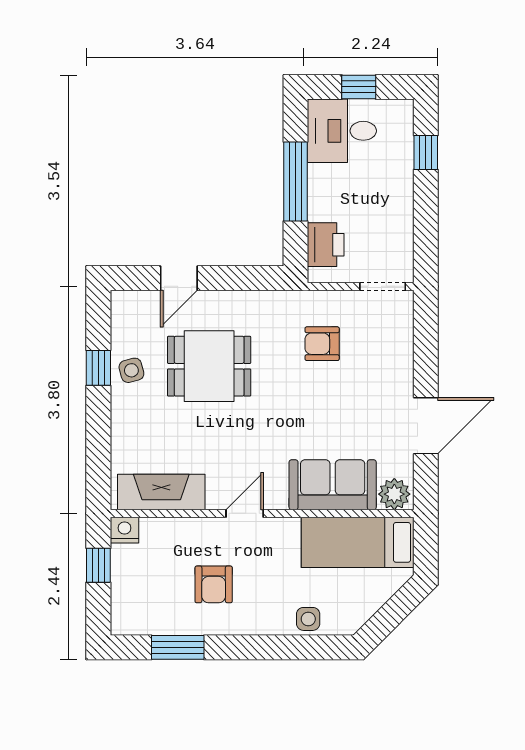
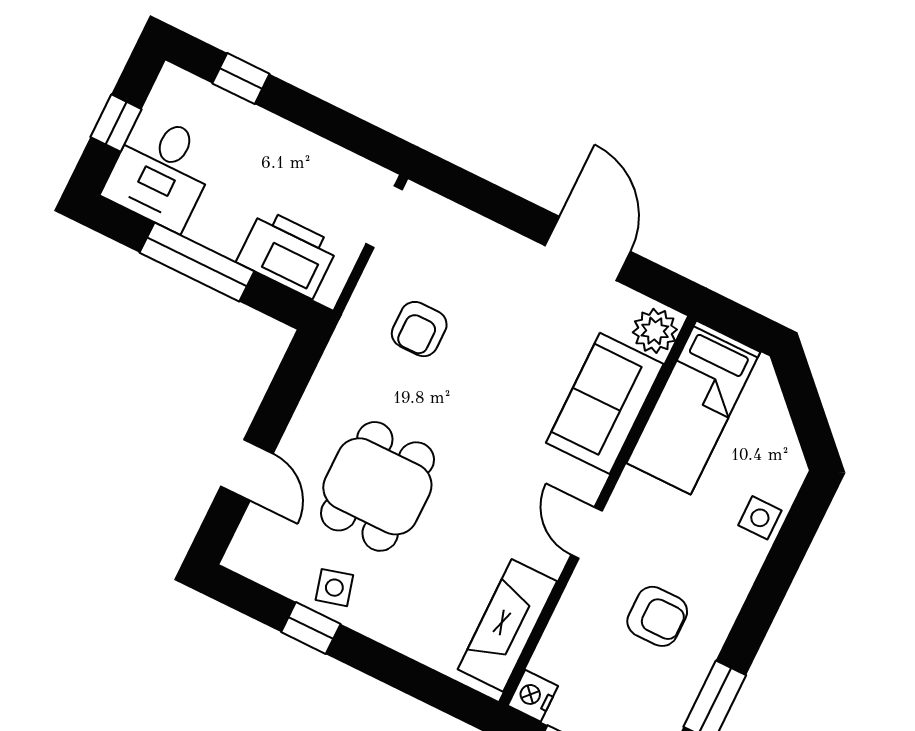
printer: (326, 245) -> (287, 253), width x1.37, depth x1.19

